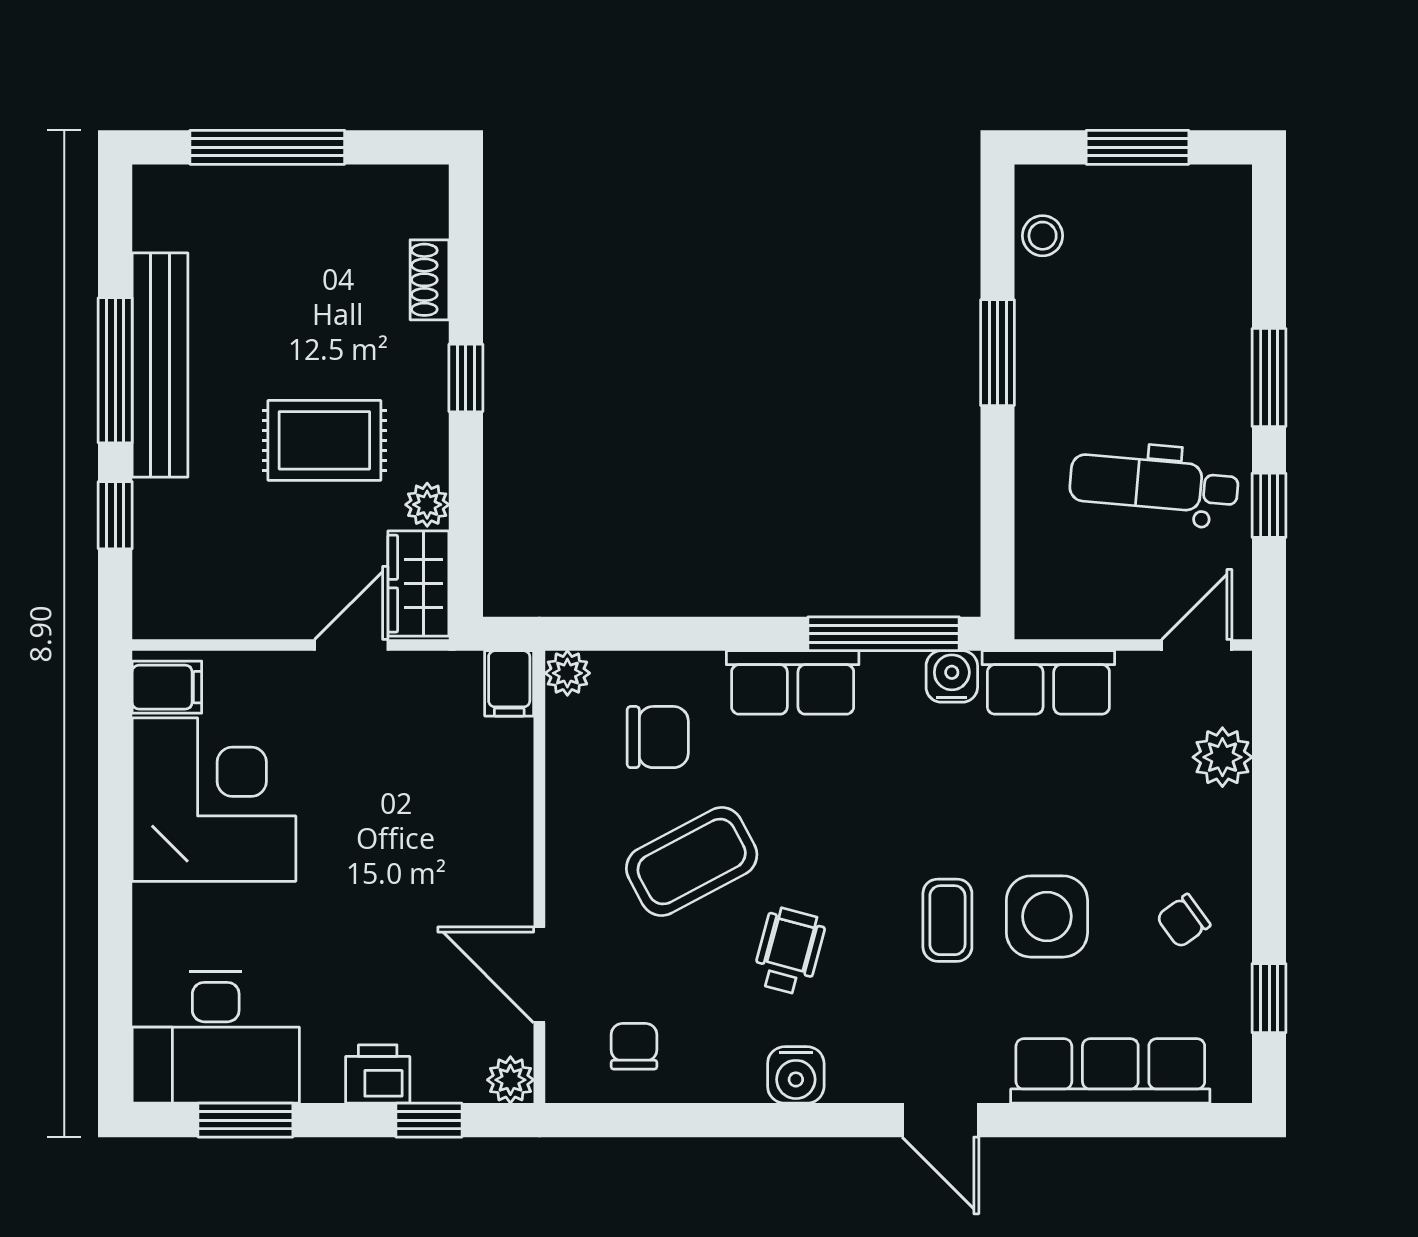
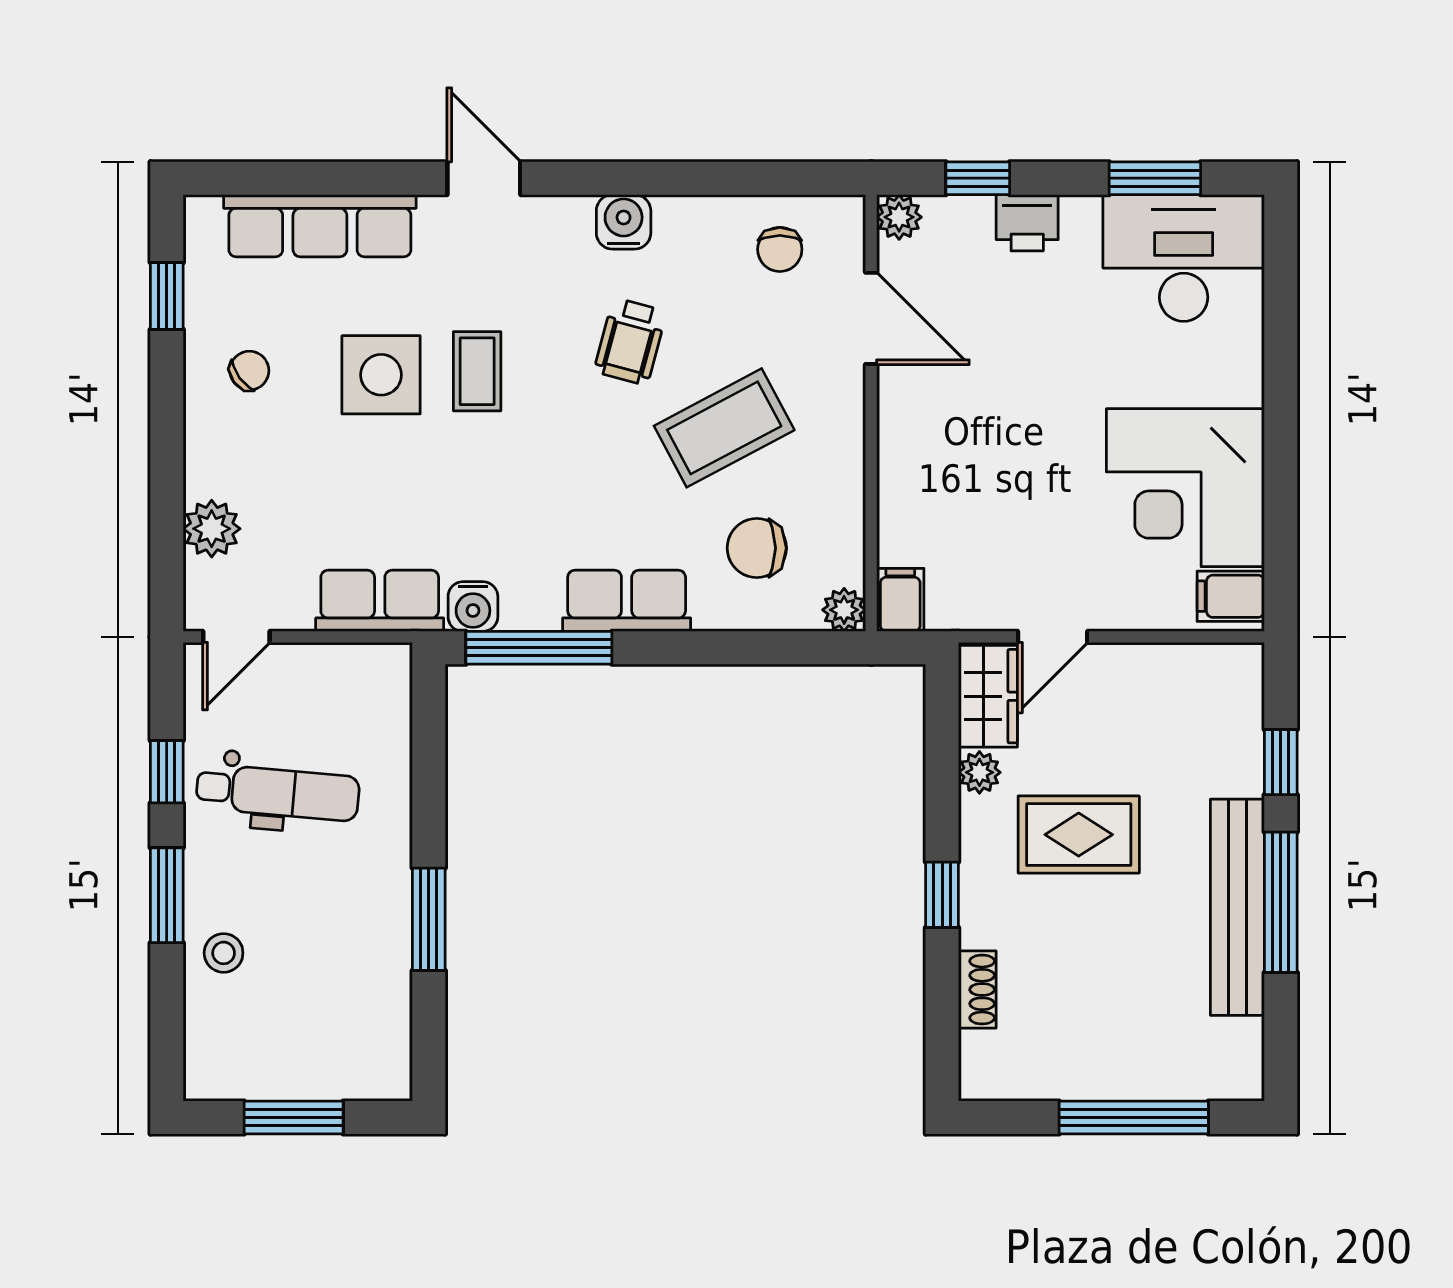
stool: (1043, 236) -> (224, 953), moved

